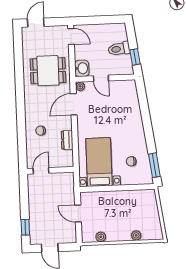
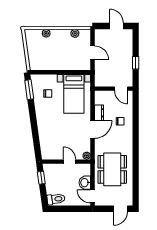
toilet: (119, 49) -> (56, 199), moved
washbasin: (82, 68) -> (85, 183), moved
dining table: (48, 71) -> (112, 169), width x1.38
door: (74, 104) -> (92, 129), moved
door: (41, 171) -> (121, 89), hinge flipped
window: (25, 227) -> (136, 63), moved

